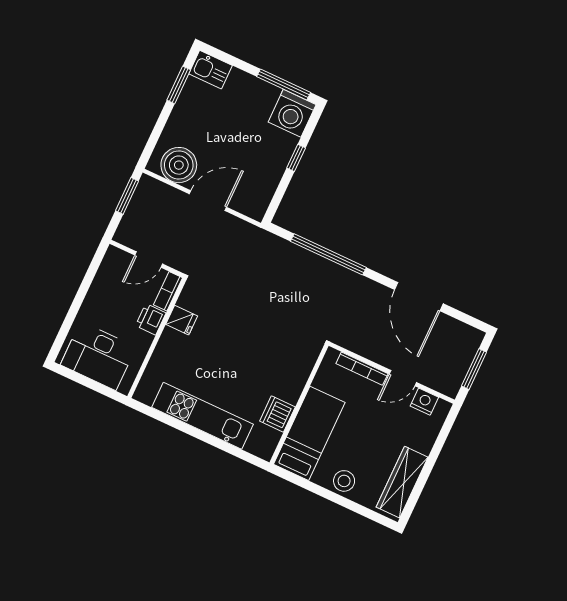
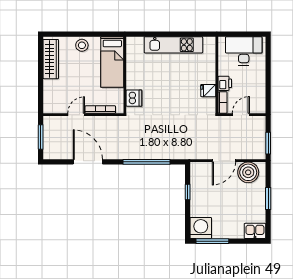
window: (179, 85) -> (268, 199), moved
window: (296, 158) -> (188, 192), moved
nightstand: (424, 402) -> (59, 107), removed
dishwasher: (277, 414) -> (134, 98), moved

